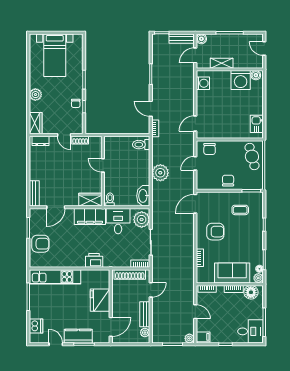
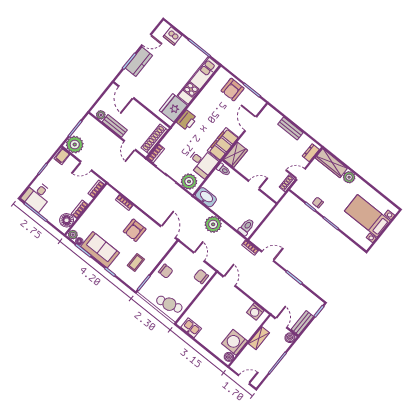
wardrobe: (36, 123) -> (331, 163), width x1.50
bench: (34, 193) -> (290, 129), moved
sofa: (232, 273) -> (100, 250), moved, turned -90
fridge: (100, 300) -> (173, 108), moved, turned -90
plant: (189, 338) -> (75, 145), width x1.87, depth x1.87

